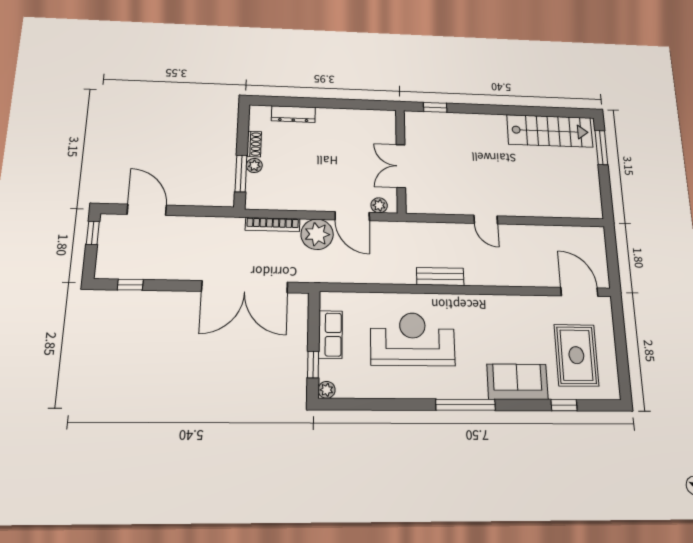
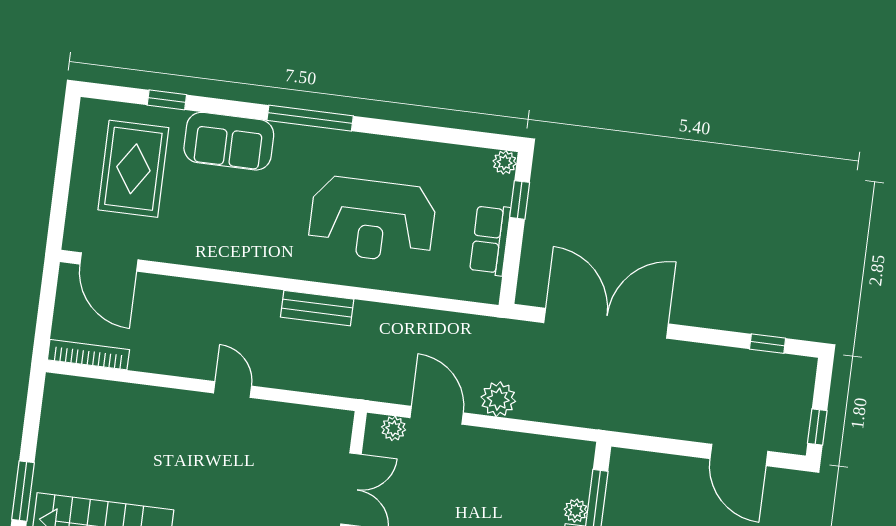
bookcase: (273, 224) -> (88, 355), moved
plant: (317, 234) -> (498, 399), width x0.73, depth x0.73

